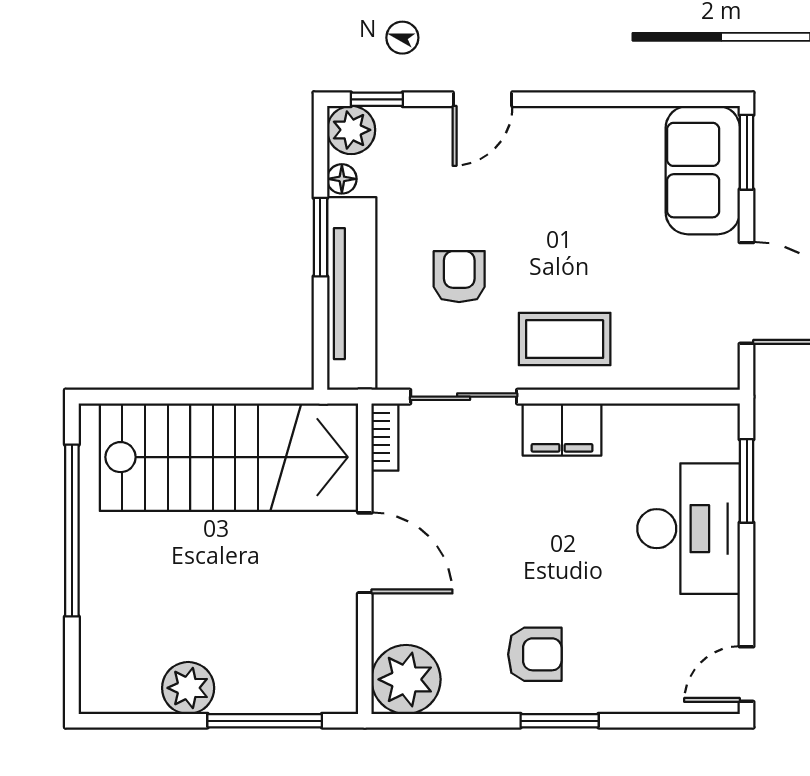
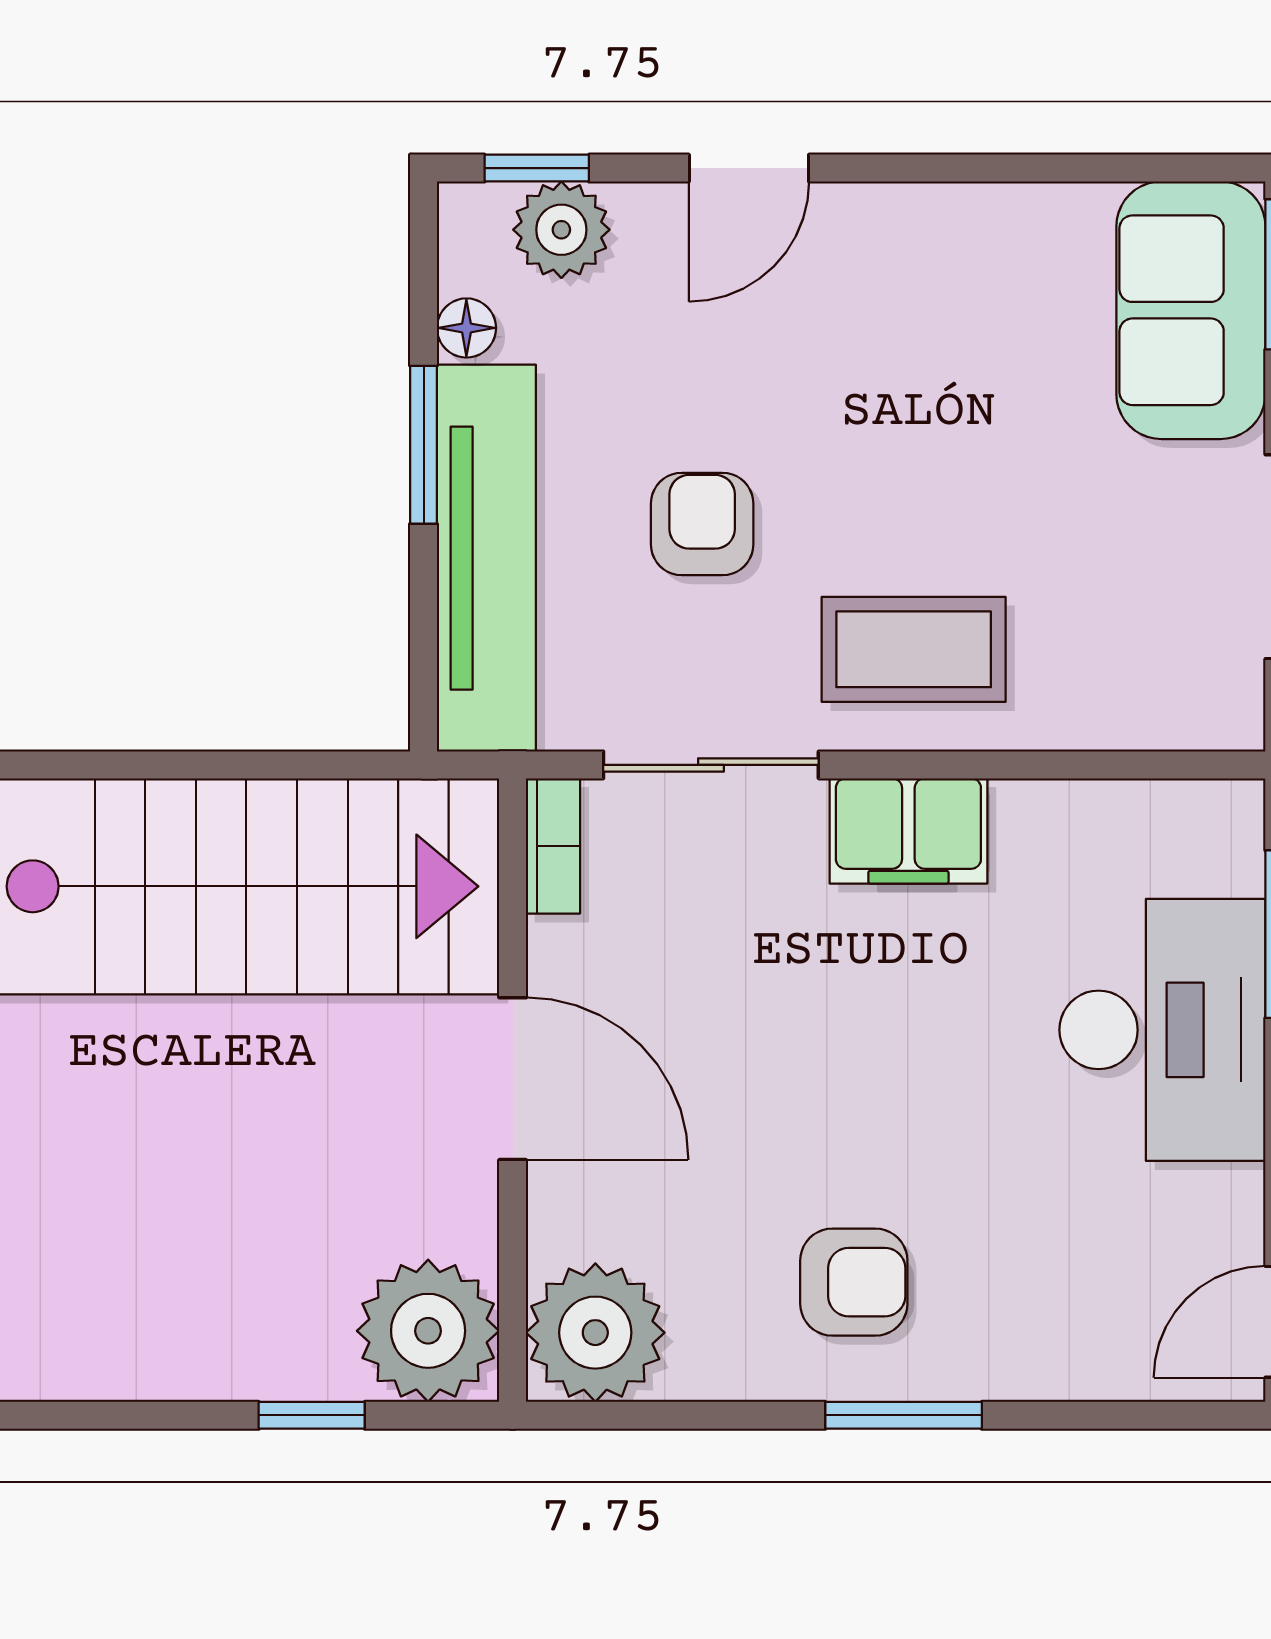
plant: (351, 130) -> (561, 230), moved
plant: (188, 688) -> (428, 1331), moved, width x1.36, depth x1.36
window: (265, 721) -> (312, 1415), width x0.46

